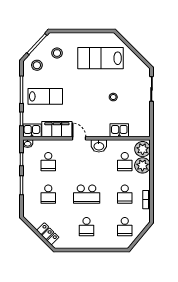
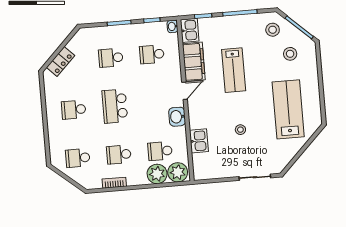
lab bench: (45, 96) -> (234, 70), moved

